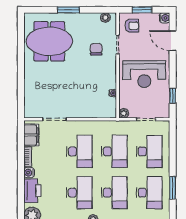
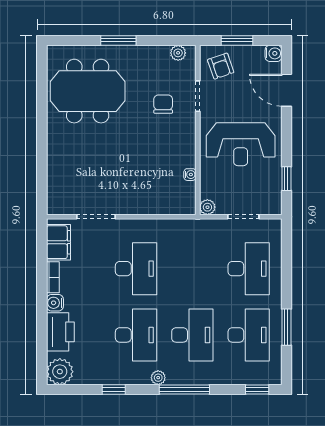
armchair: (132, 26) -> (221, 66), turned 71
desk: (114, 151) -> (192, 269), removed

